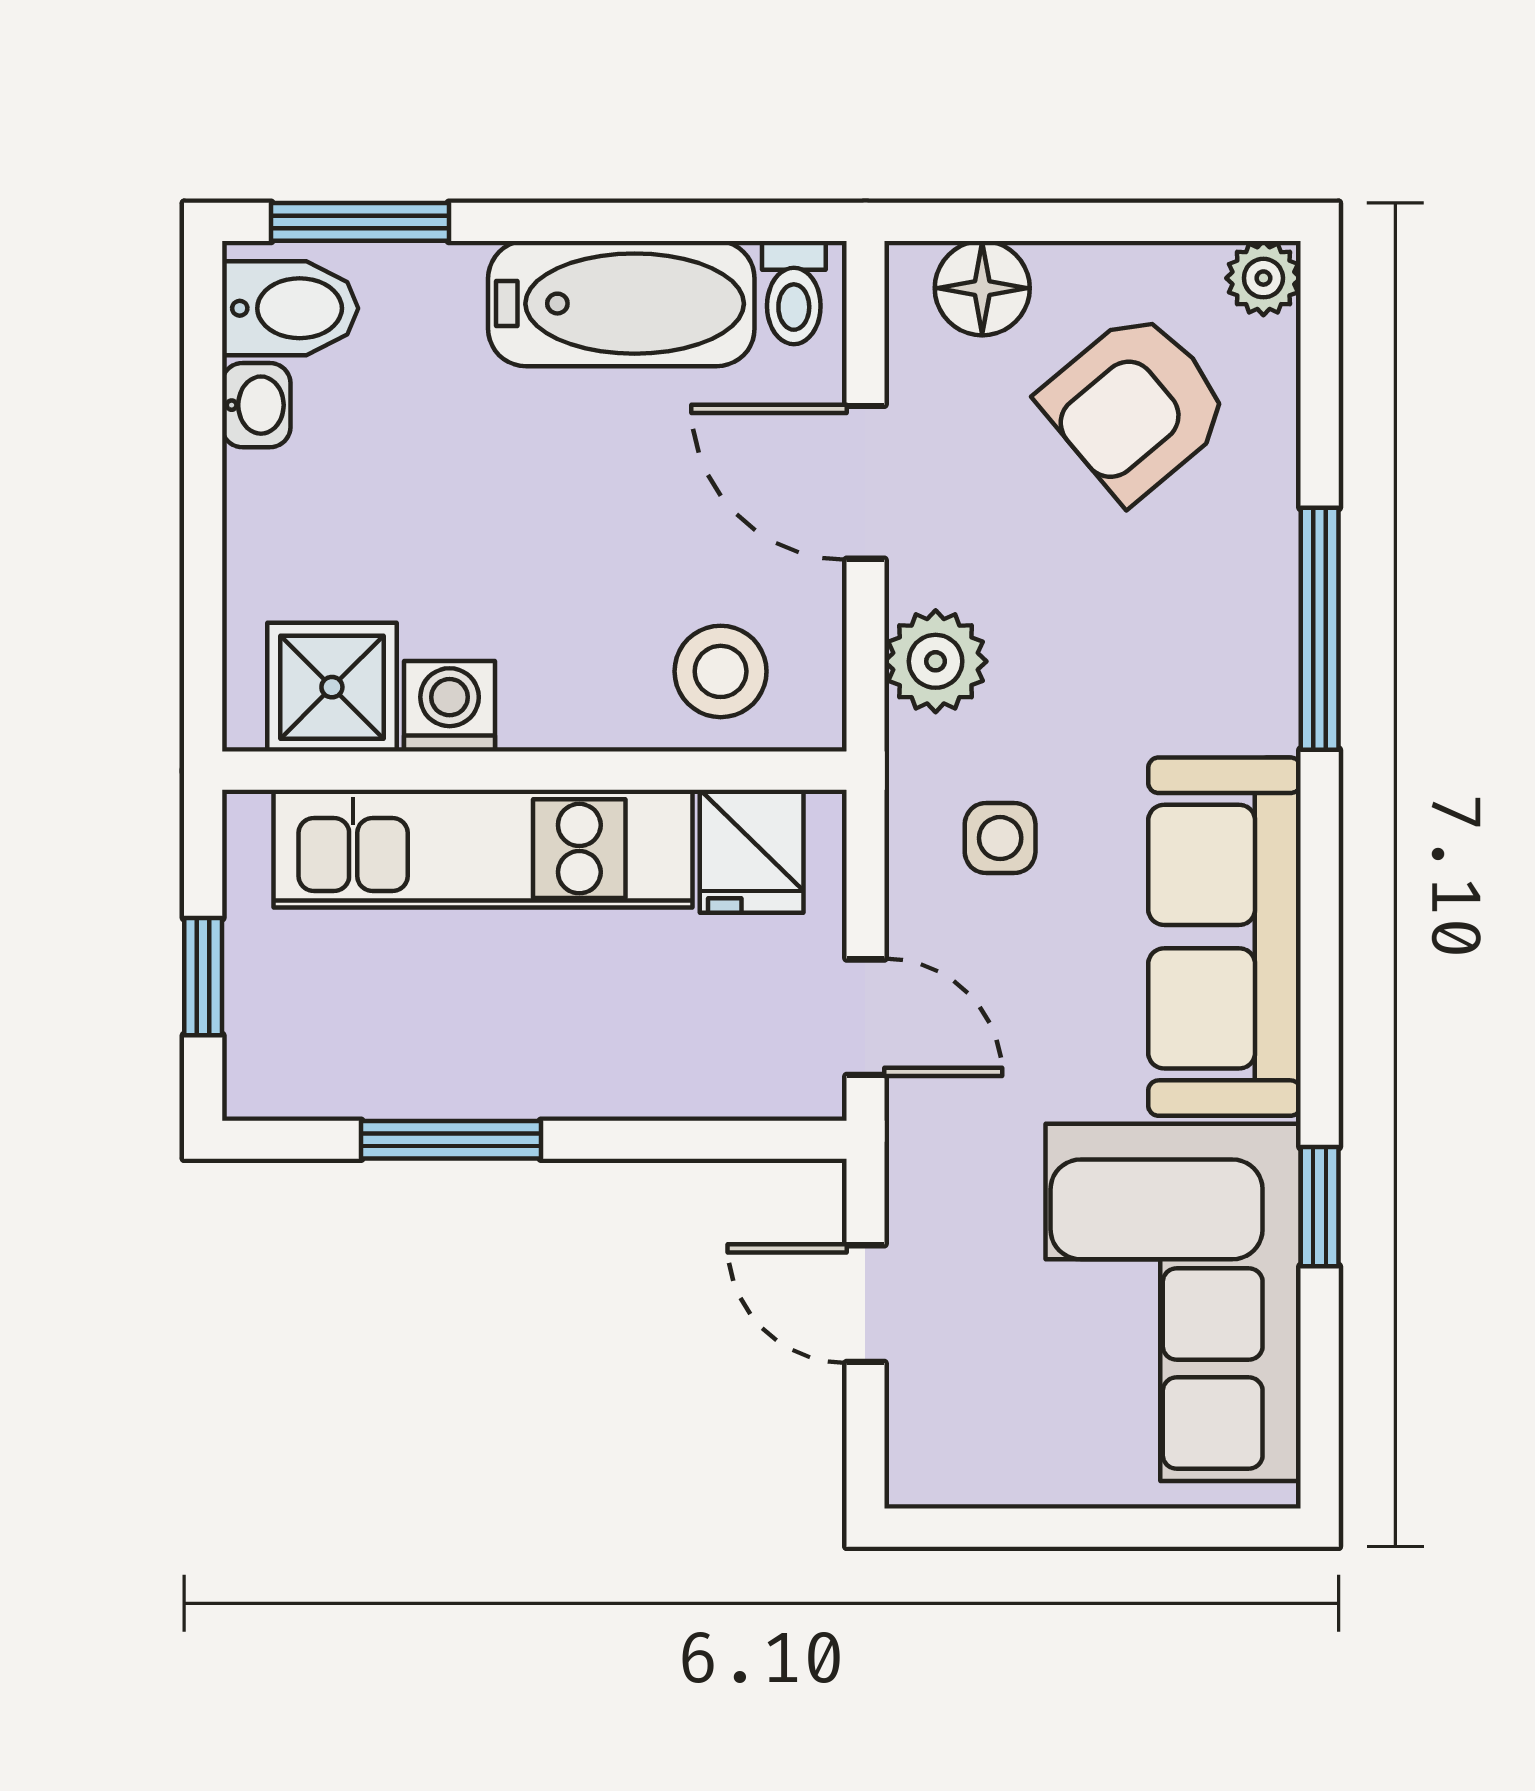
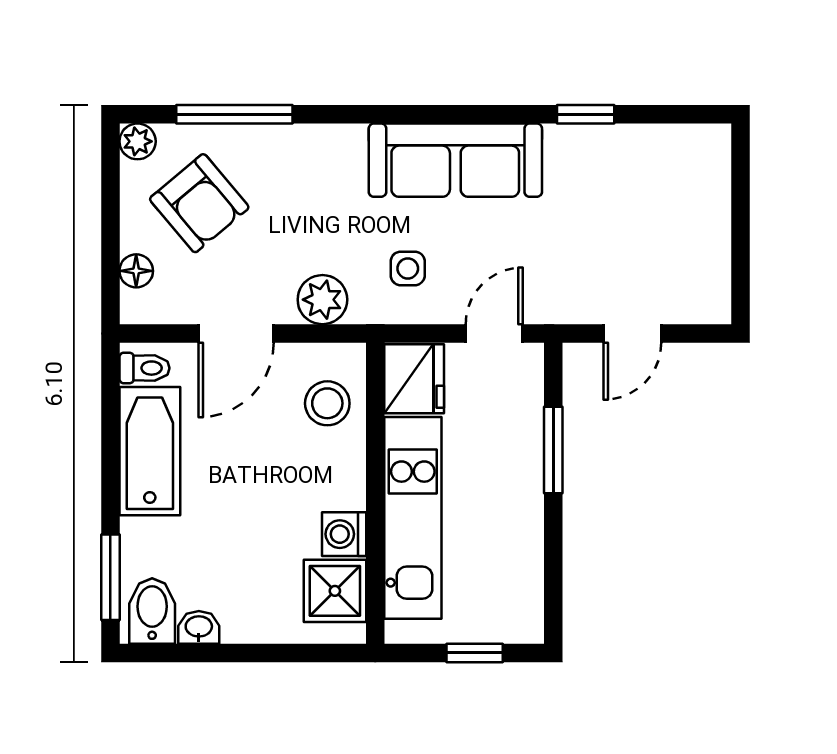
floor lamp: (982, 288) -> (136, 271), width x0.73, depth x0.73
window: (1320, 629) -> (234, 114), moved
fridge: (752, 851) -> (414, 379), width x1.38
window: (451, 1140) -> (553, 450), moved
corner sofa: (1173, 1302) -> (632, 185), removed

